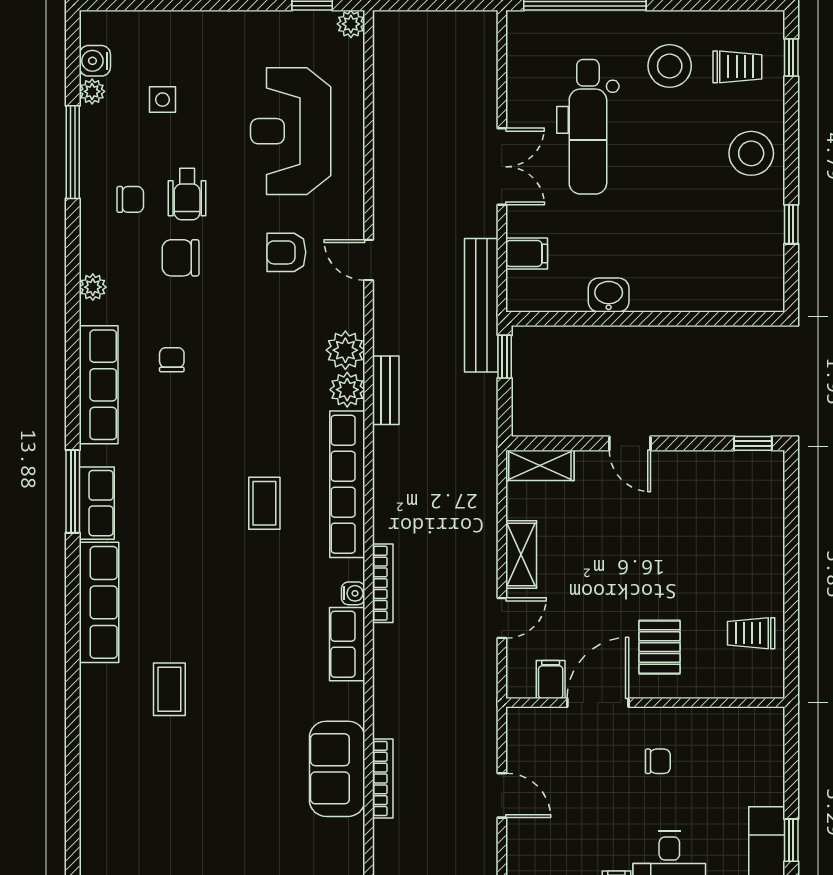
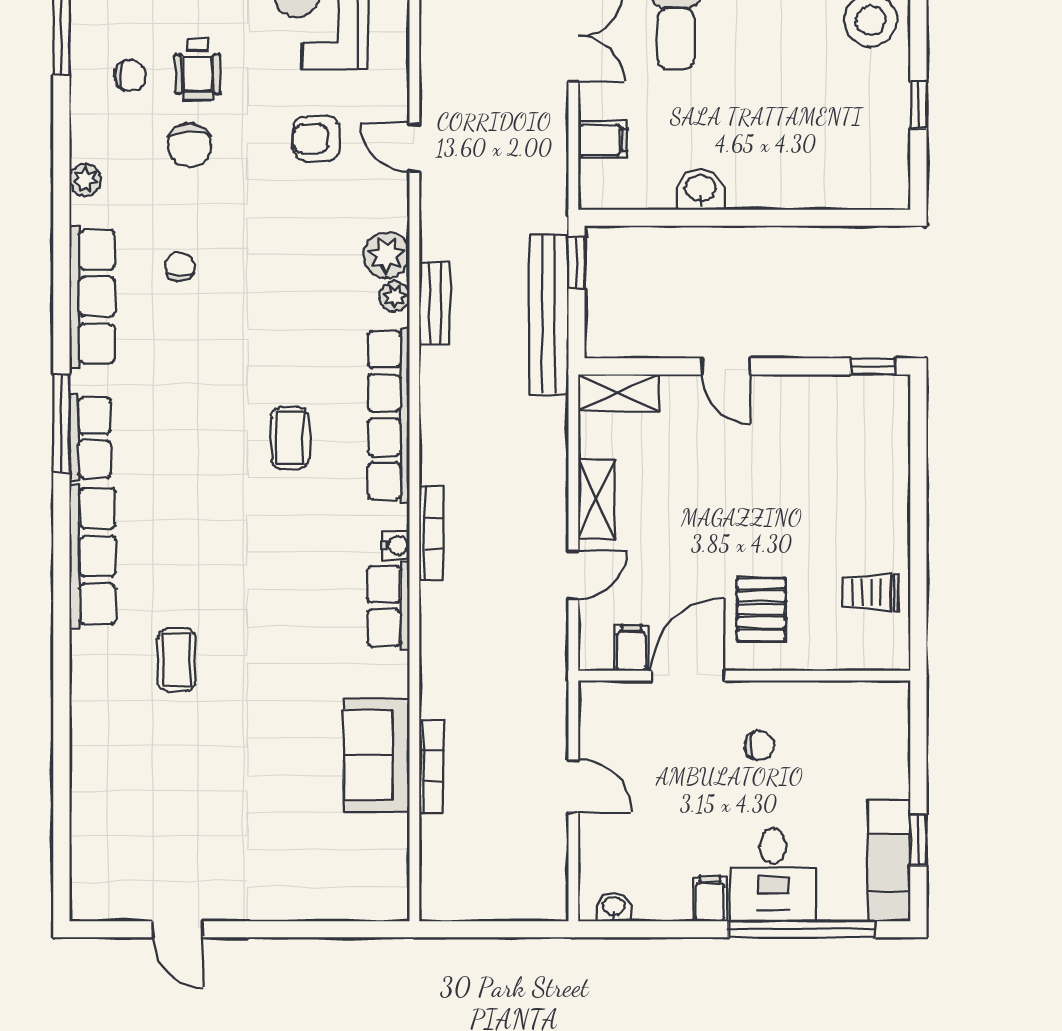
chair: (181, 258) -> (190, 145), turned -90
bench: (481, 305) -> (549, 314), moved
plant: (347, 390) -> (394, 297), width x0.73, depth x0.73

